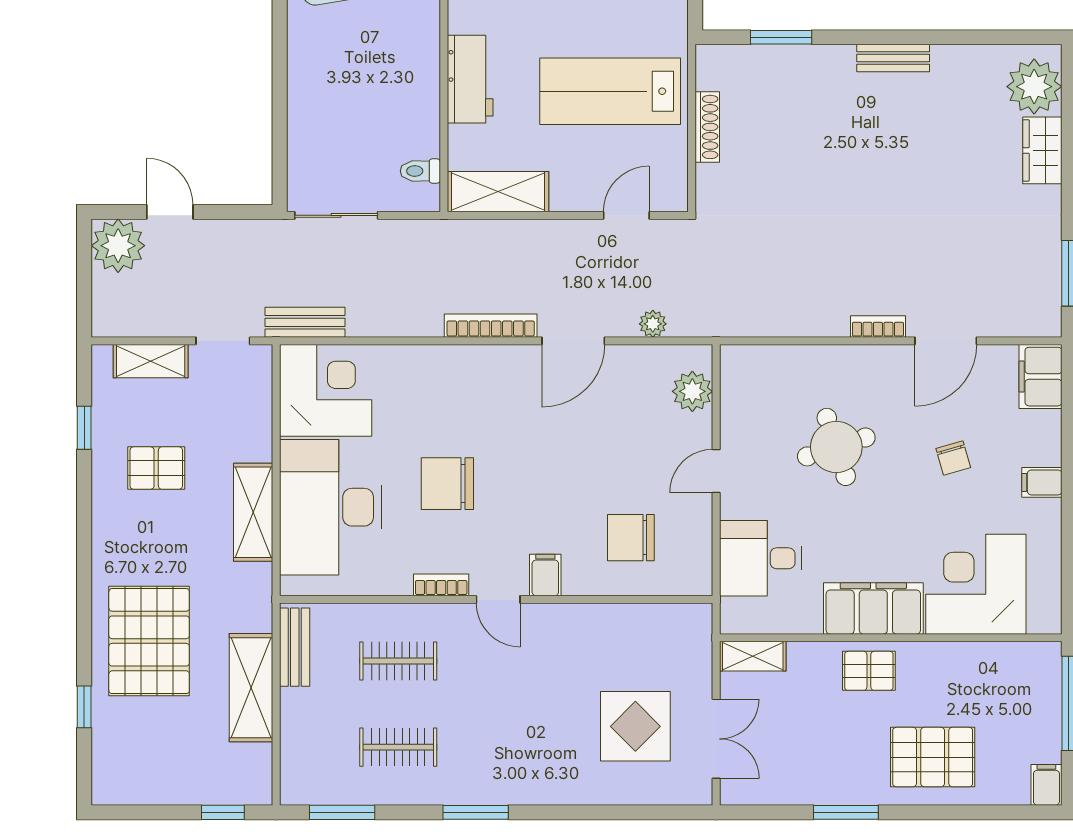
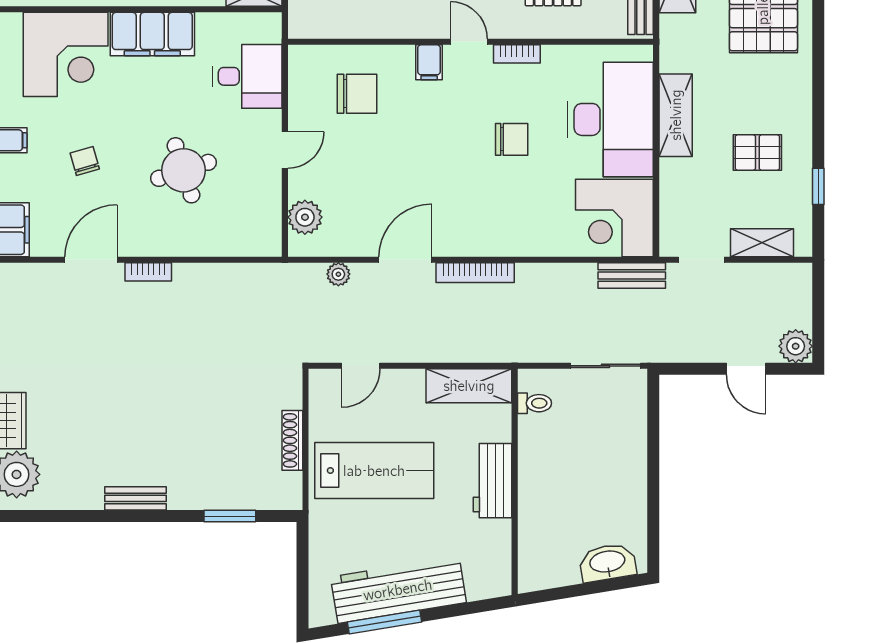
plant: (118, 246) -> (796, 346), width x0.73, depth x0.73
chair: (447, 484) -> (512, 139), width x0.73, depth x0.73

